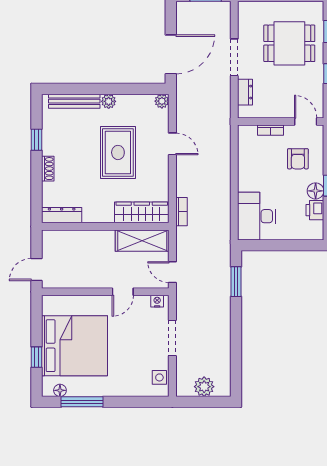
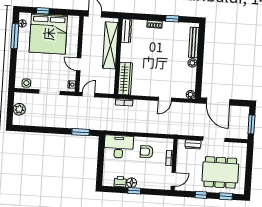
dining table: (289, 43) -> (220, 172), width x1.38
rug: (118, 152) -> (162, 67), removed
armchair: (298, 159) -> (147, 152), moved
shelving: (142, 241) -> (110, 45), moved, width x1.47

